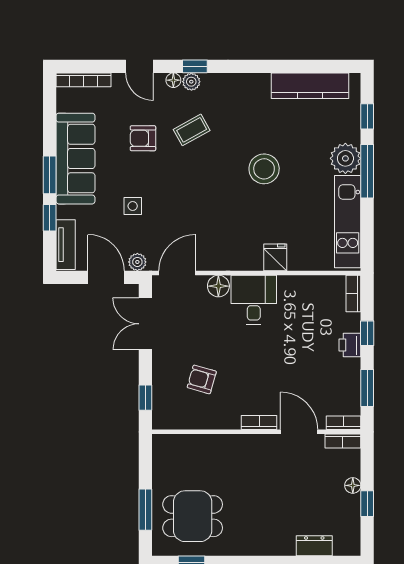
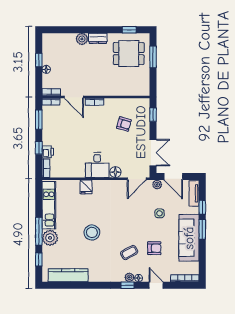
printer: (350, 345) -> (48, 152), moved
plant: (283, 545) -> (82, 39), added
dresser: (314, 546) -> (98, 38), moved

